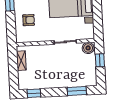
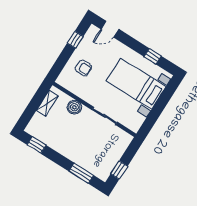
boiler: (88, 48) -> (74, 107), moved
window: (100, 60) -> (119, 170), moved

